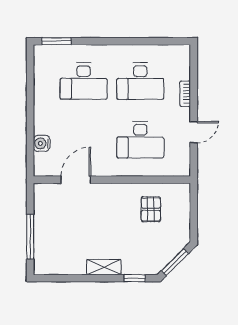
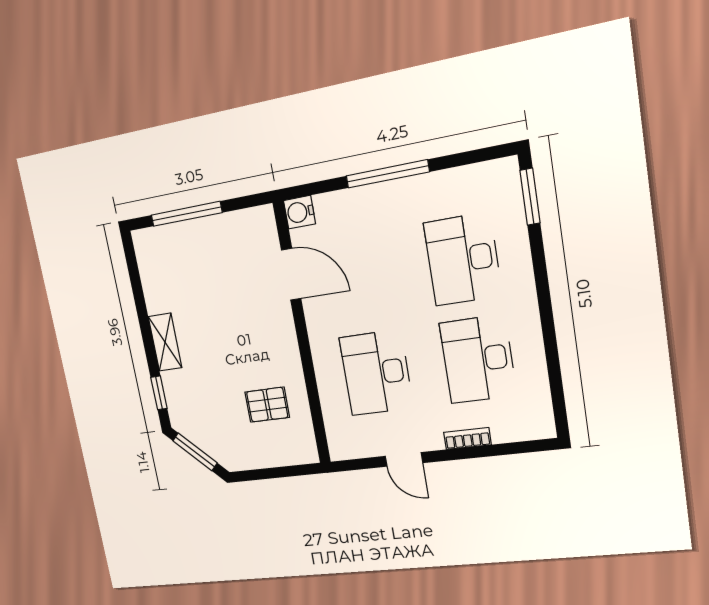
window: (30, 115) -> (387, 174), added
water cooler: (42, 143) -> (299, 212), moved, turned -90

